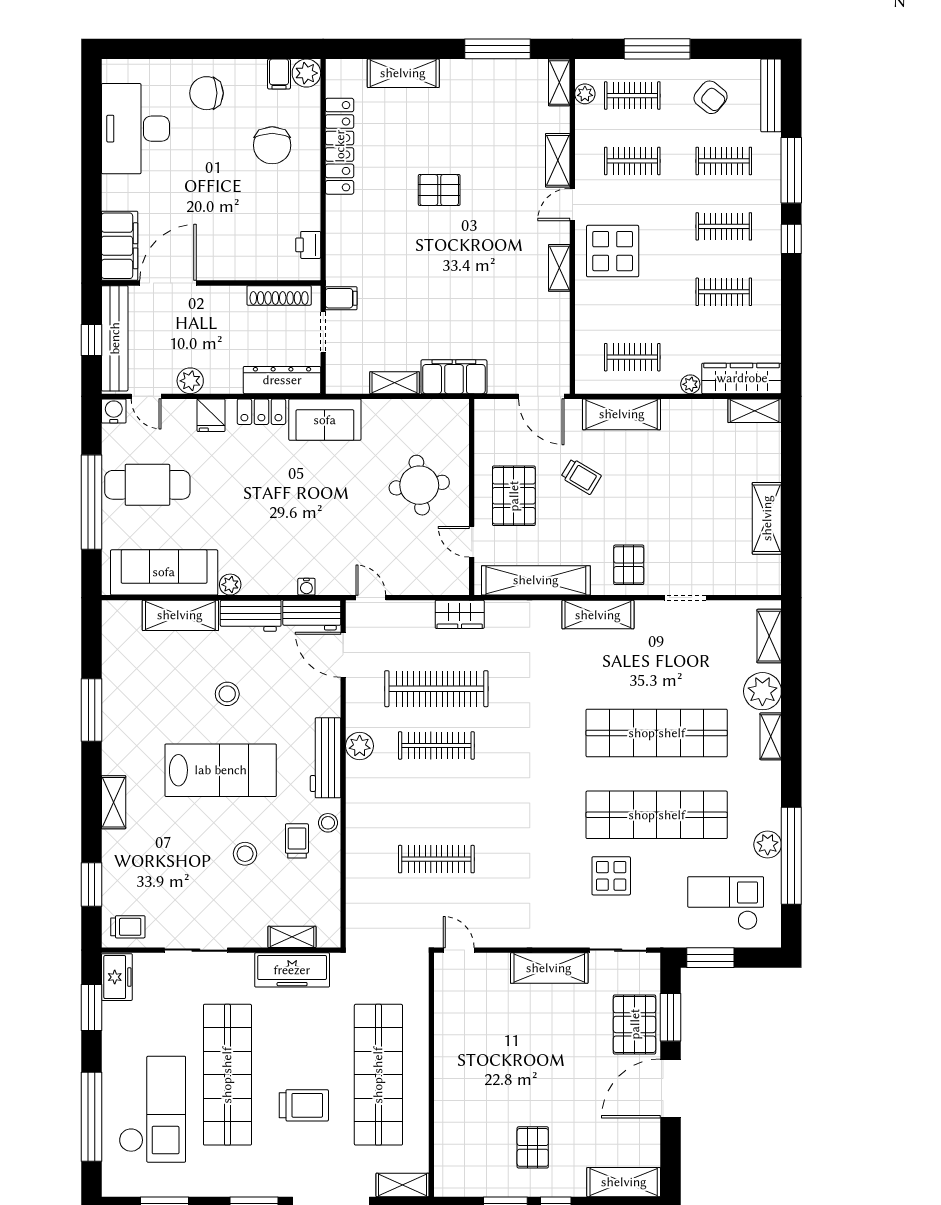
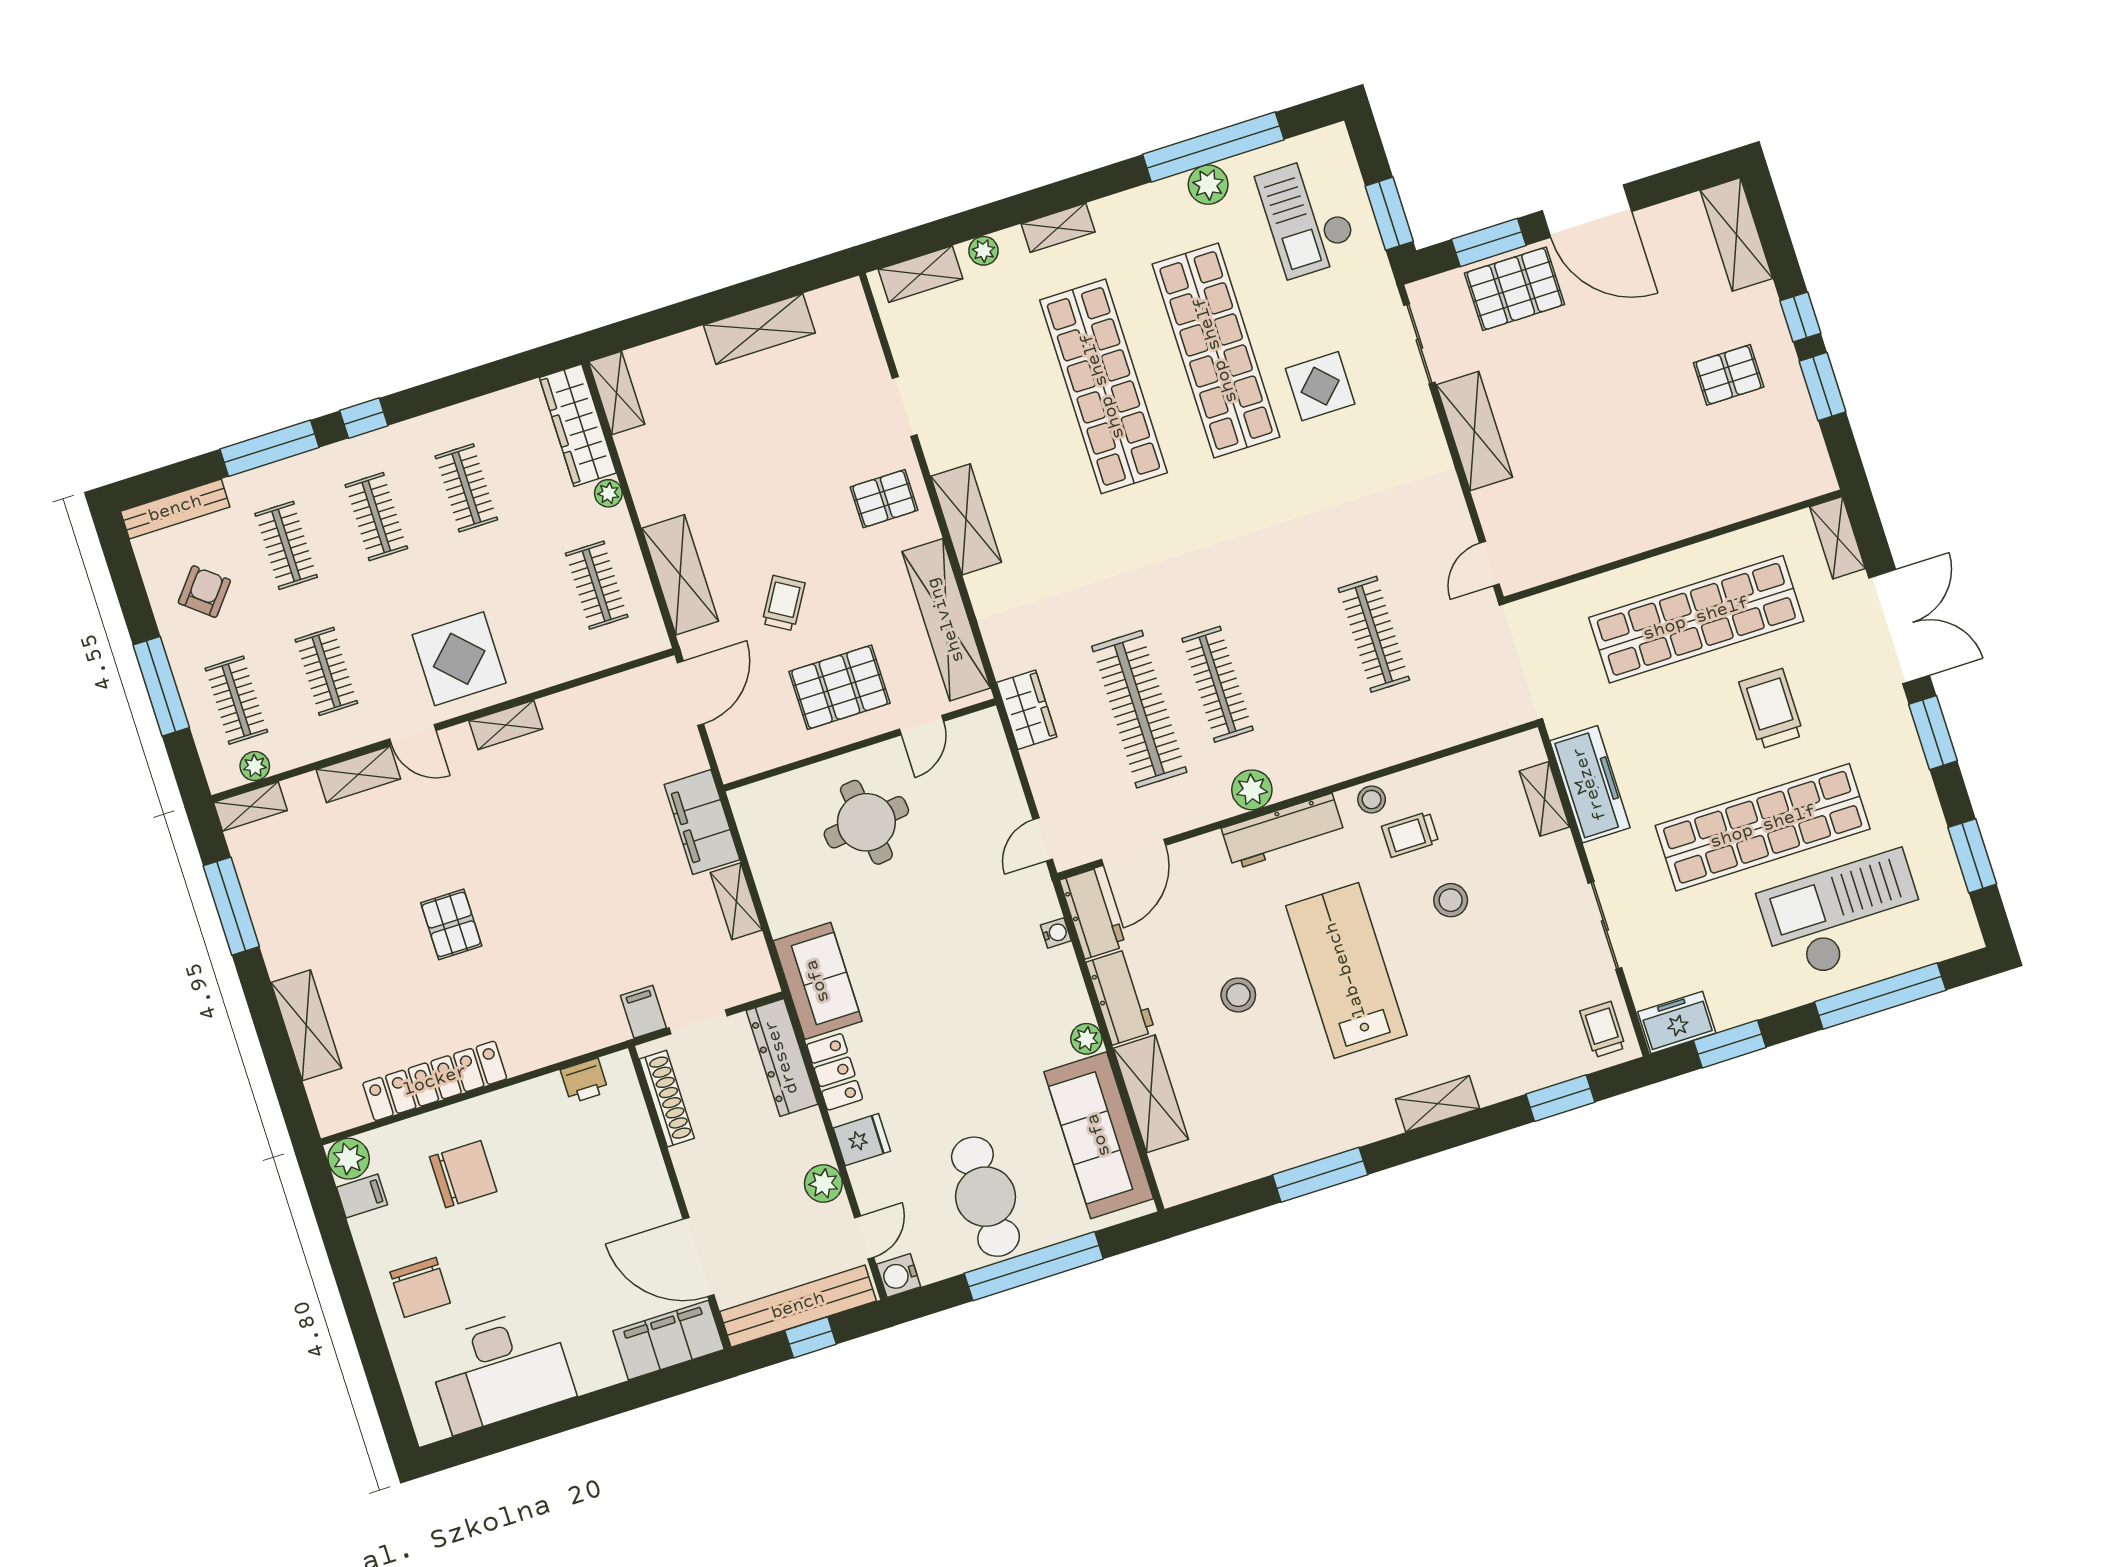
plant: (762, 691) -> (983, 251), width x0.53, depth x0.53

